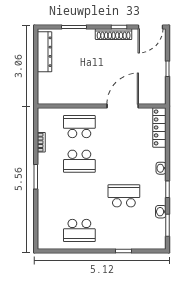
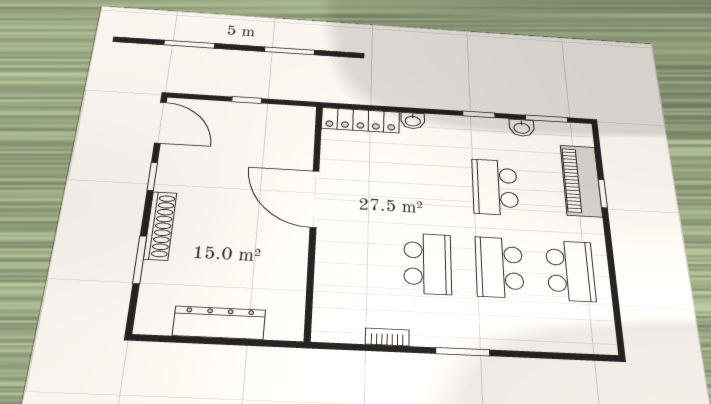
shoe rack: (114, 34) -> (160, 226), moved
dresser: (44, 52) -> (219, 323), moved
door: (123, 106) -> (315, 199), moved
school desk: (79, 127) -> (499, 267), moved
washbasin: (161, 168) -> (413, 121), moved
piano: (131, 240) -> (581, 181), added

